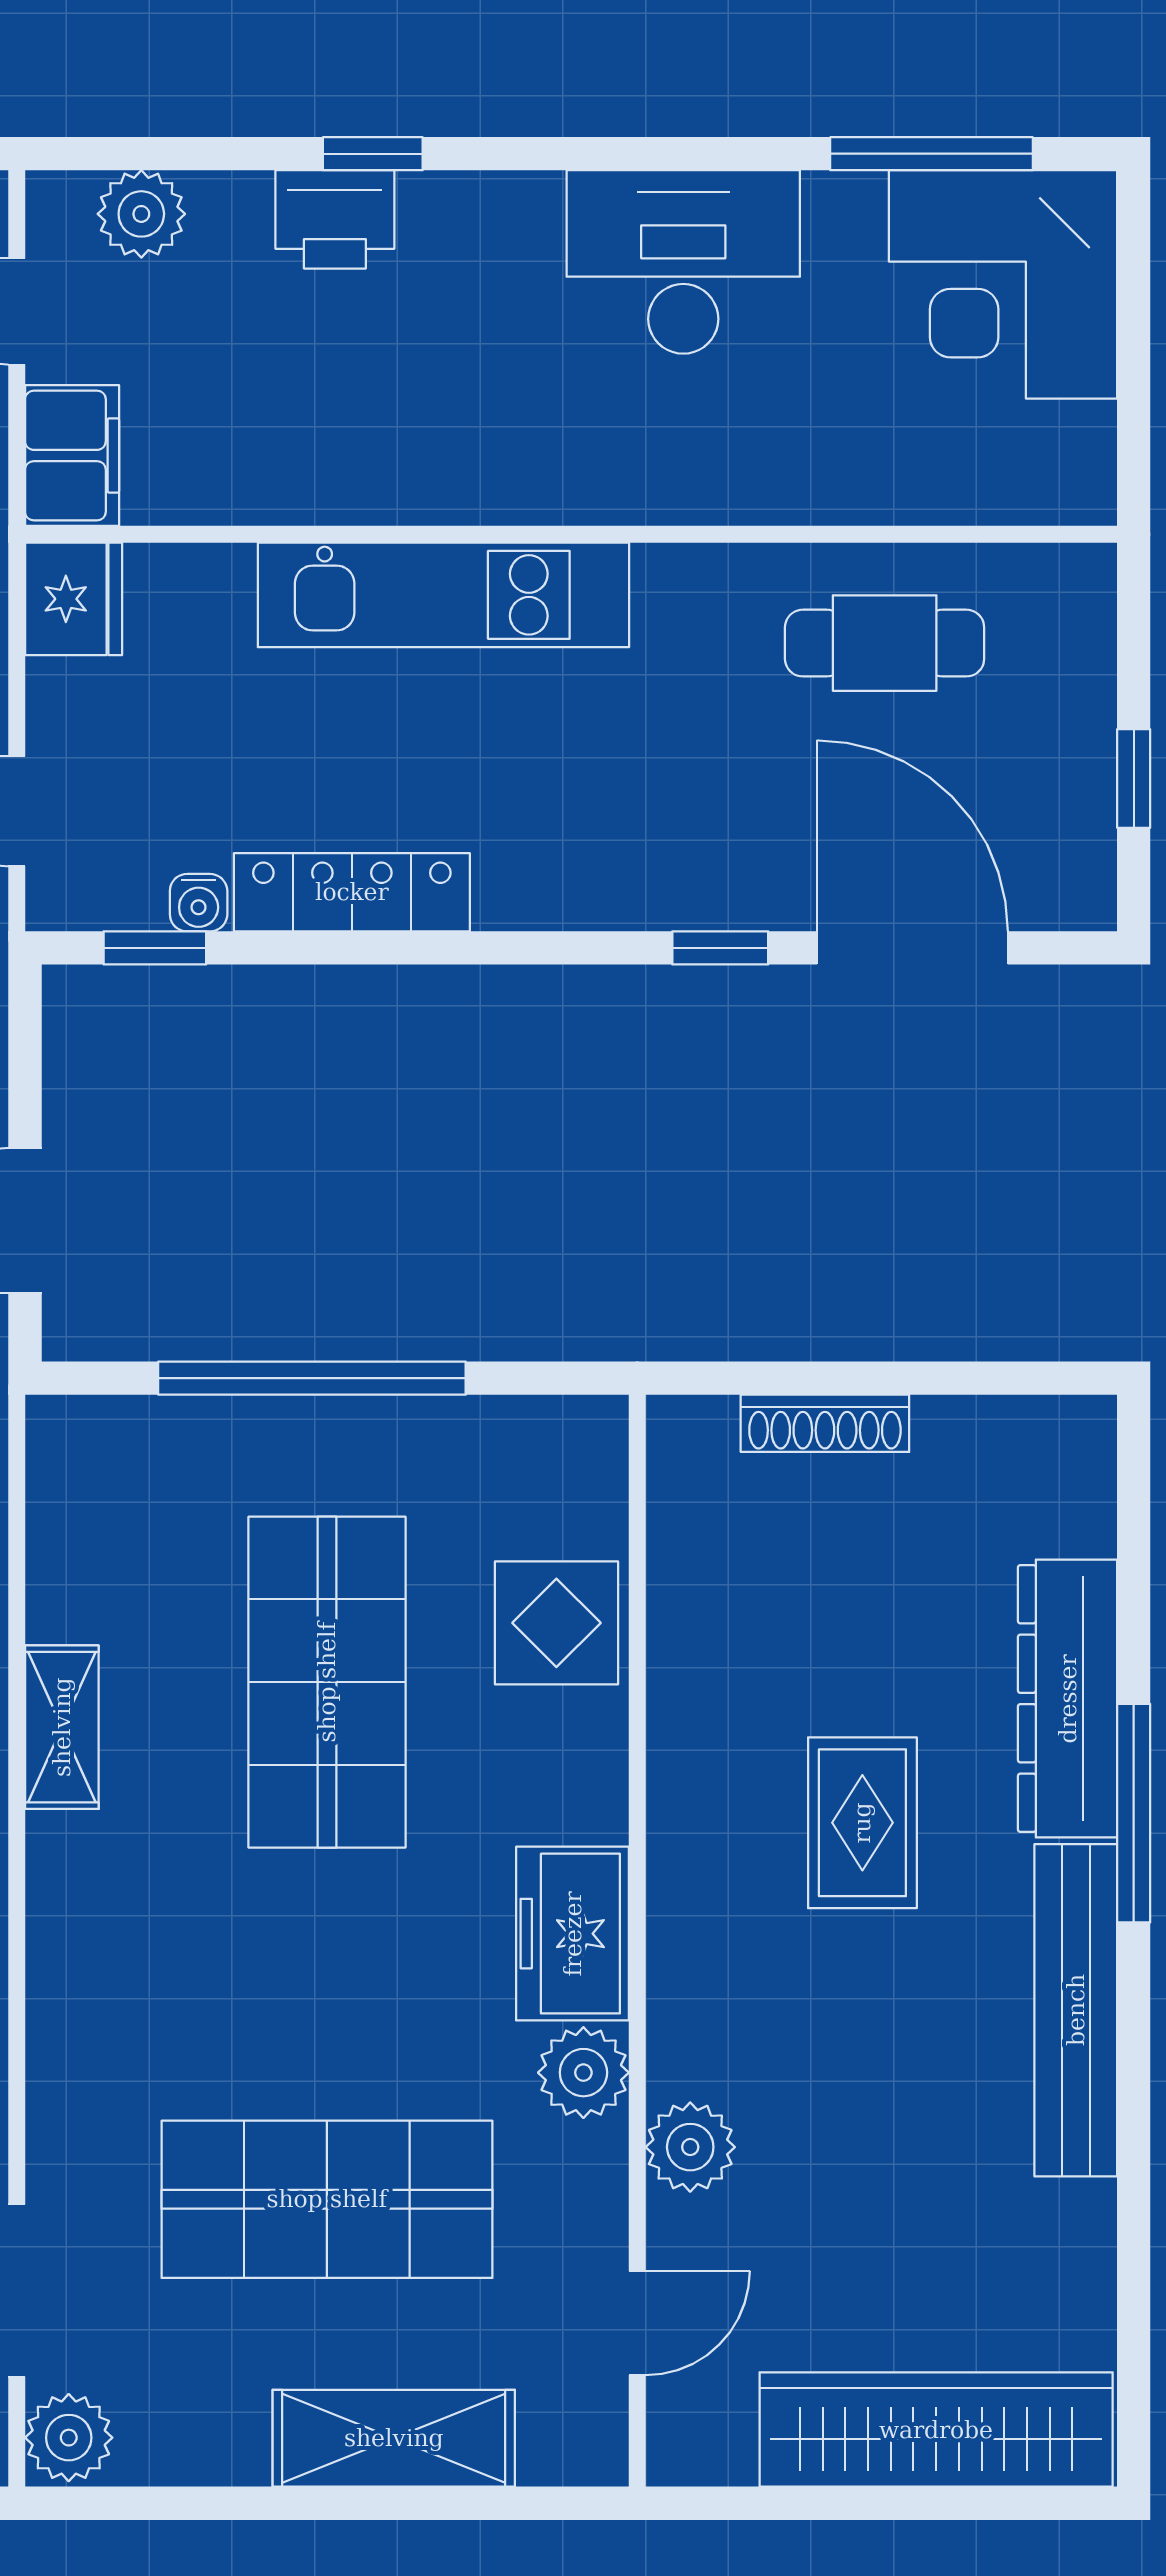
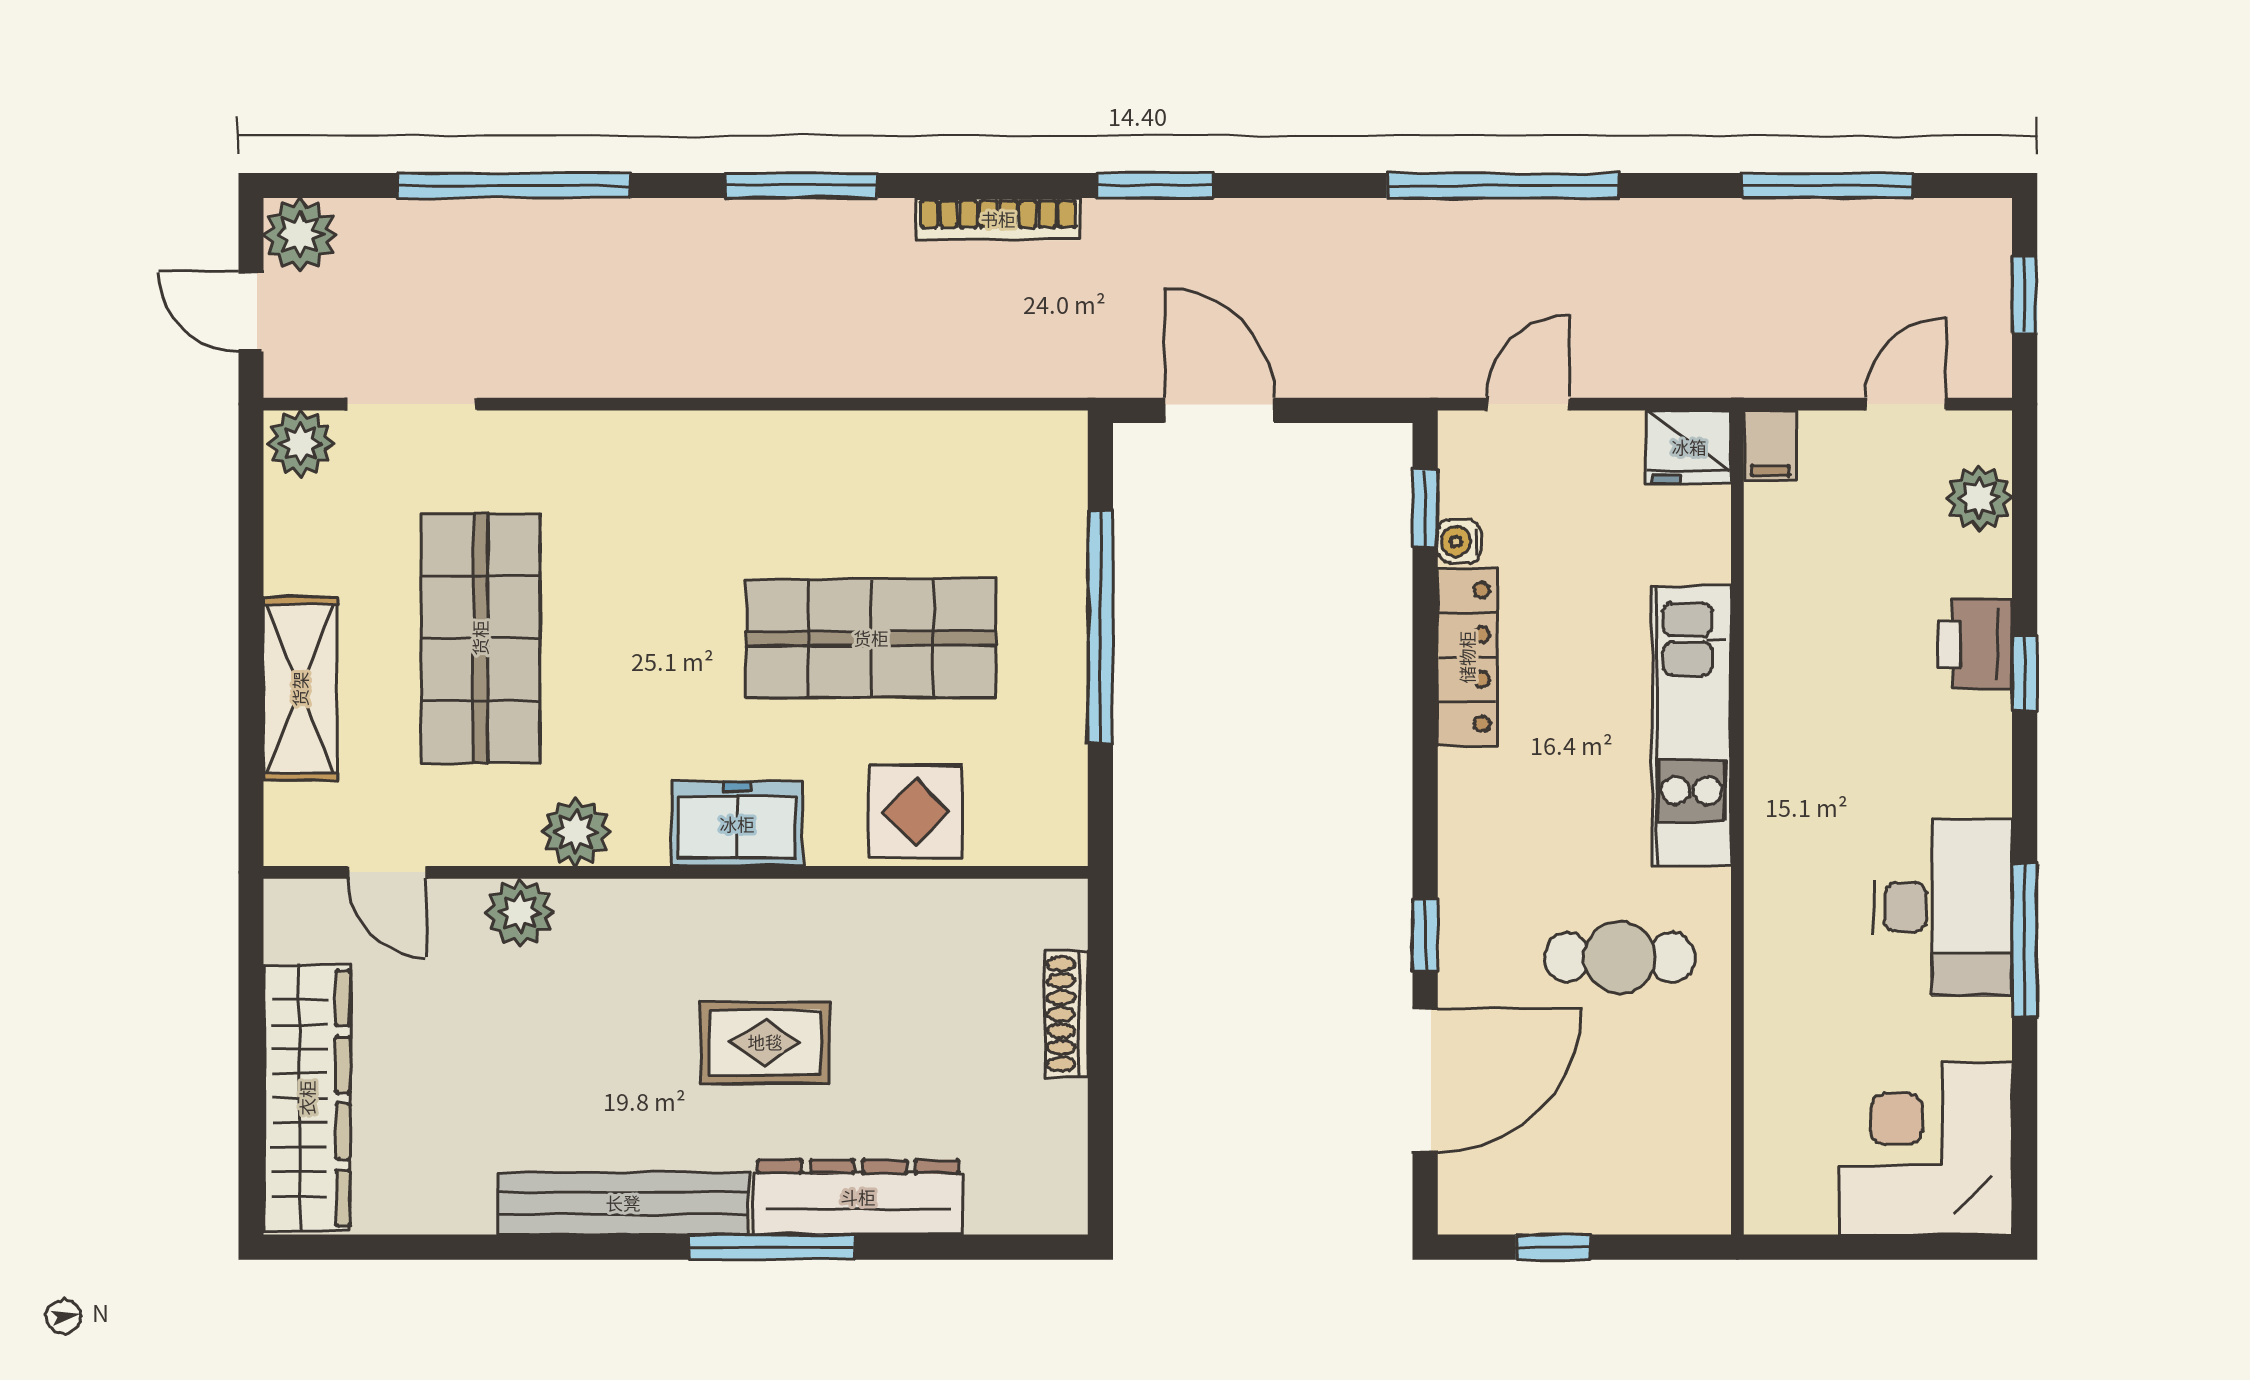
window: (932, 154) -> (2025, 940), moved
filing cabinet: (72, 456) -> (1770, 446), width x0.50
cafe table: (885, 643) -> (1619, 957), moved, turned 90
shelving: (62, 1727) -> (837, 438), removed
freezer: (573, 1934) -> (737, 824), moved

